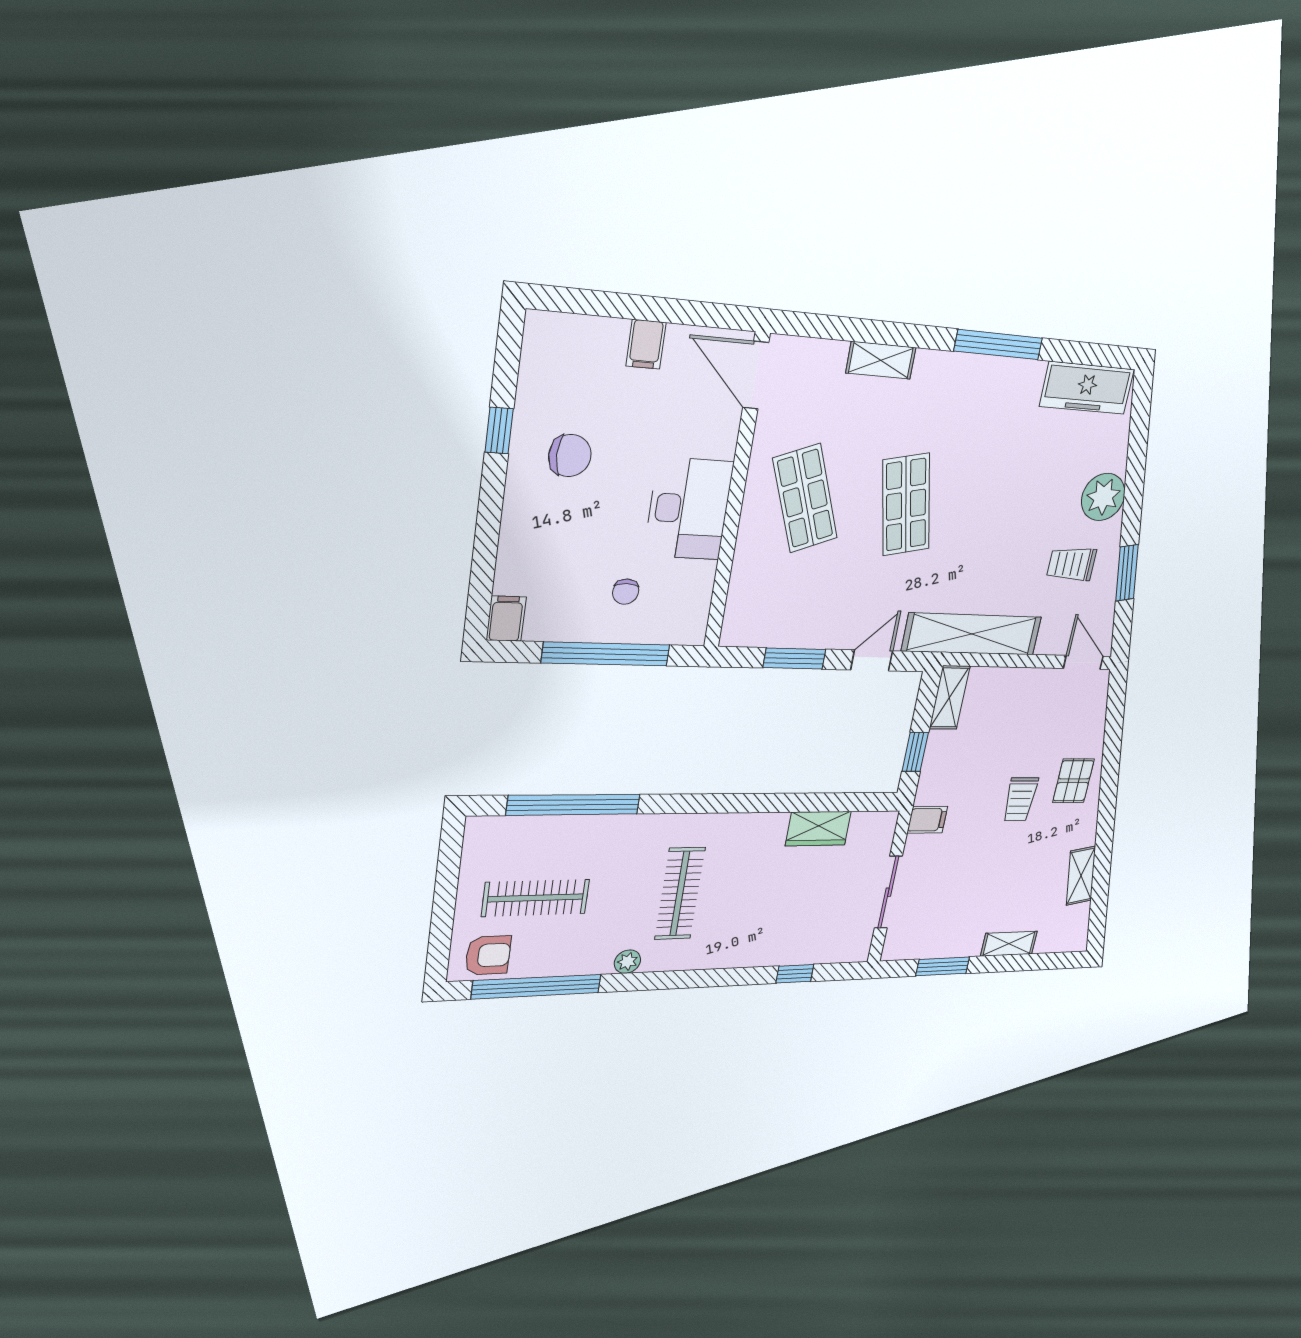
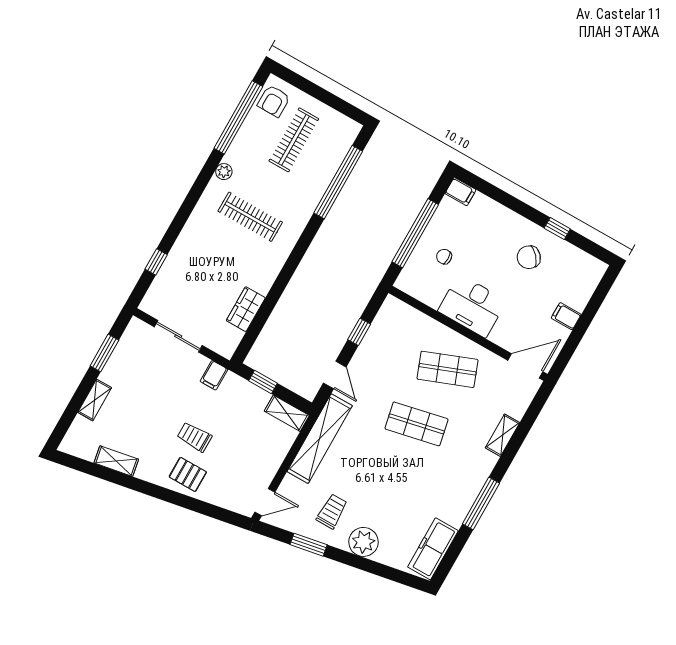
chair: (570, 456) -> (529, 257), turned 48
window: (794, 658) -> (359, 332), width x0.67

